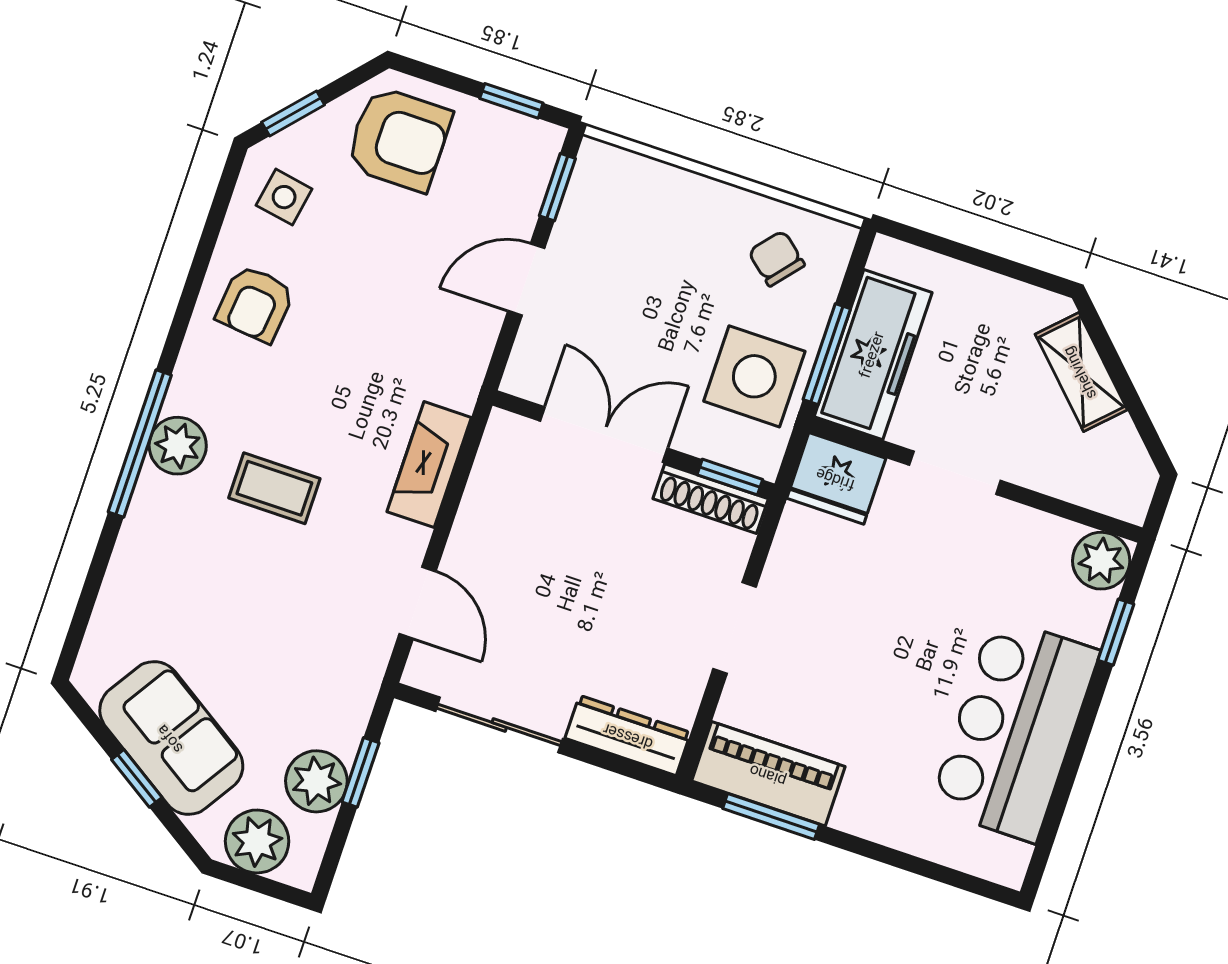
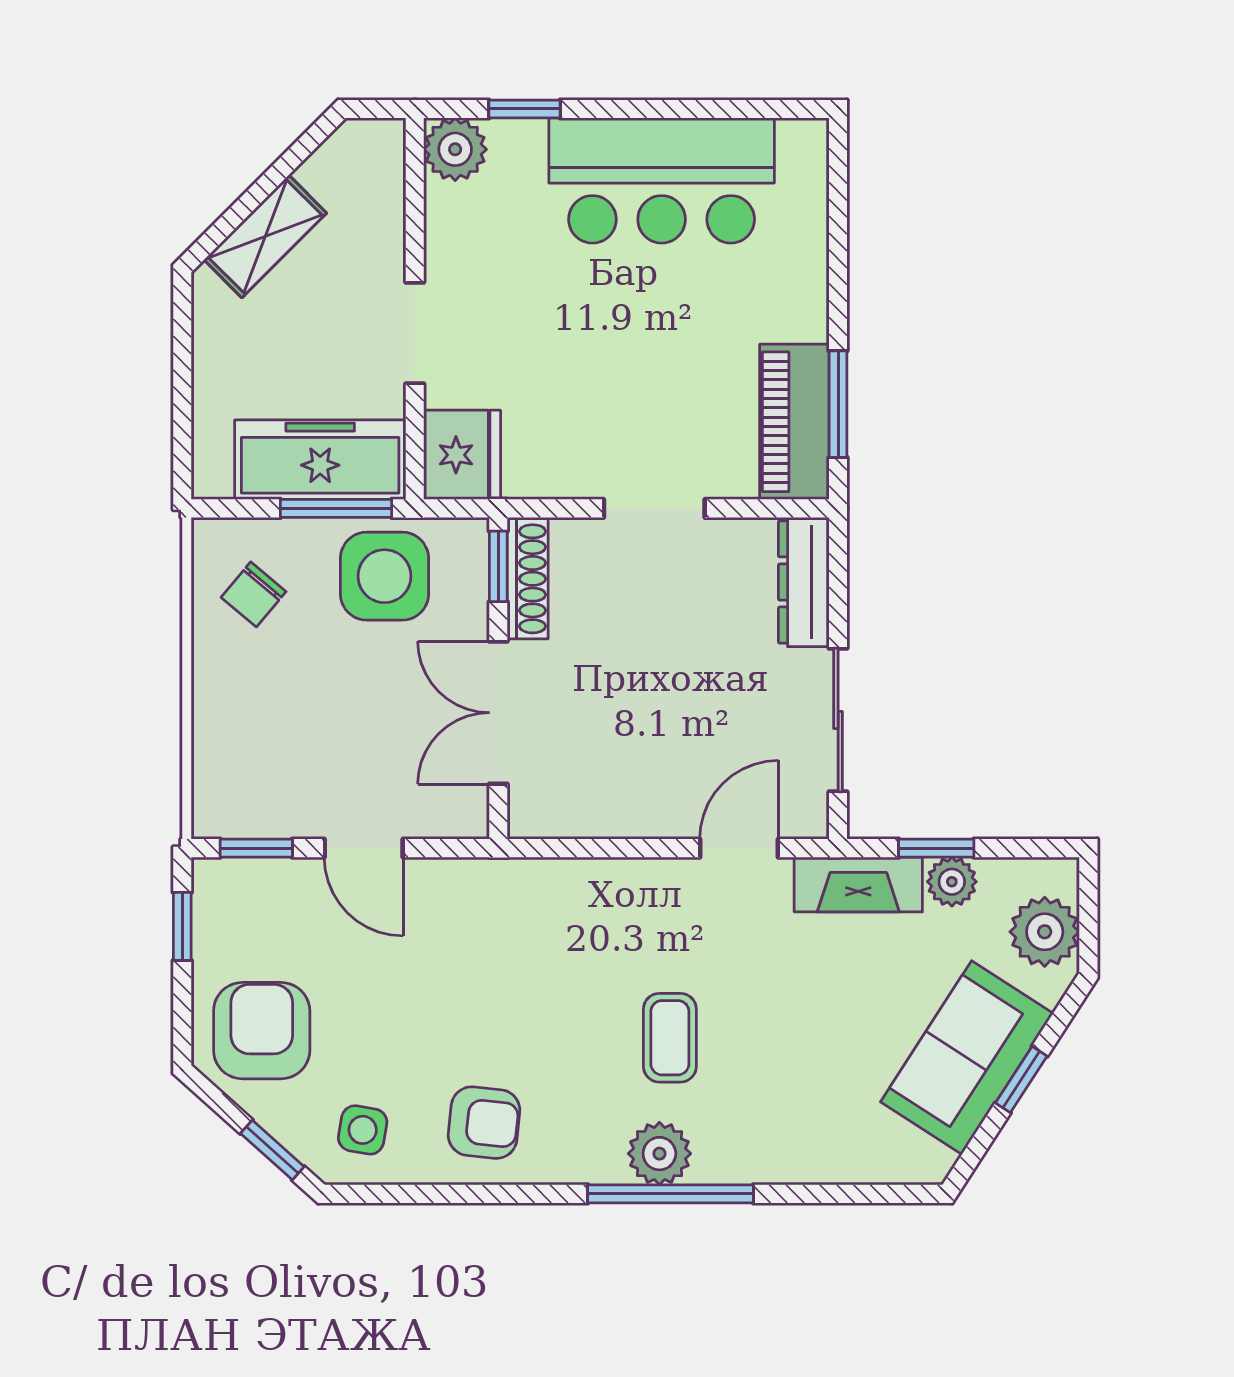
fireplace: (429, 465) -> (858, 885), moved
plant: (316, 781) -> (952, 882), width x0.73, depth x0.73

